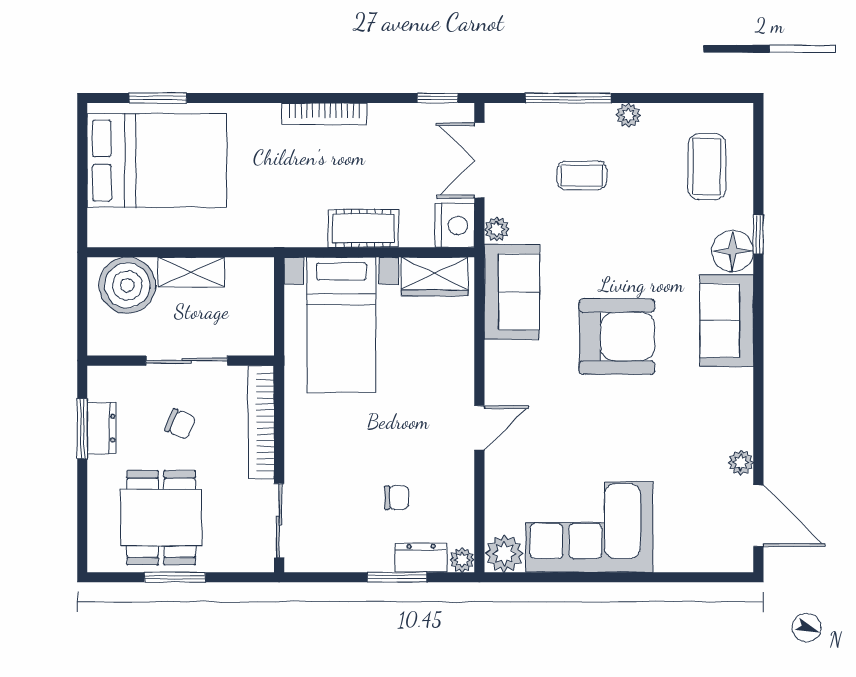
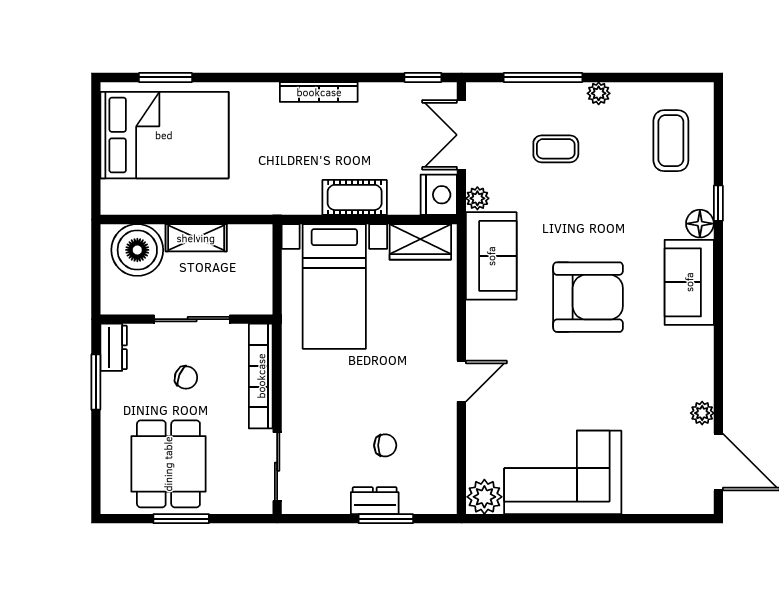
floor lamp: (733, 251) -> (700, 224), width x0.73, depth x0.73
dresser: (102, 428) -> (114, 347), moved
dresser: (421, 558) -> (375, 501), moved
plant: (462, 560) -> (446, 503), removed

